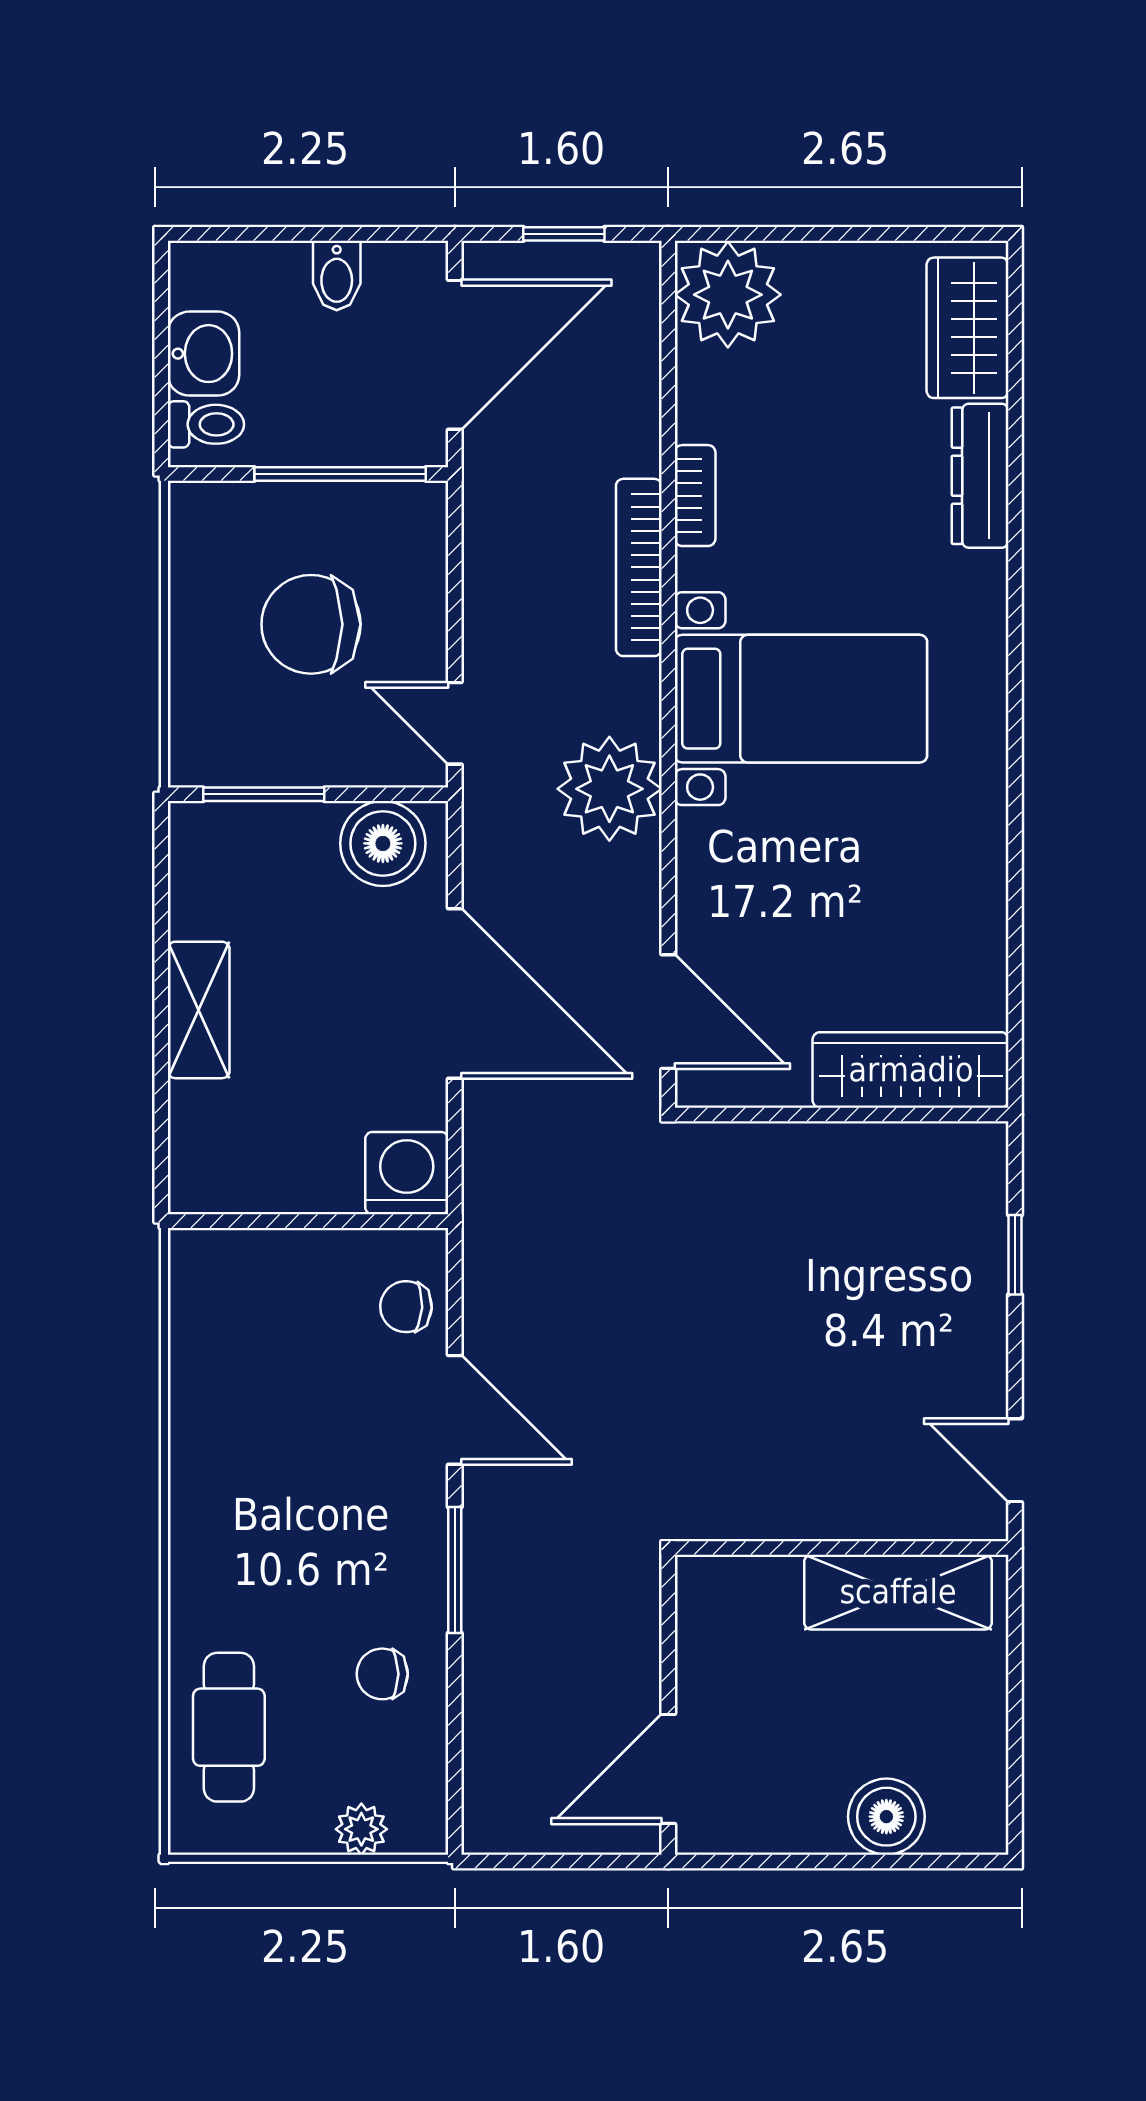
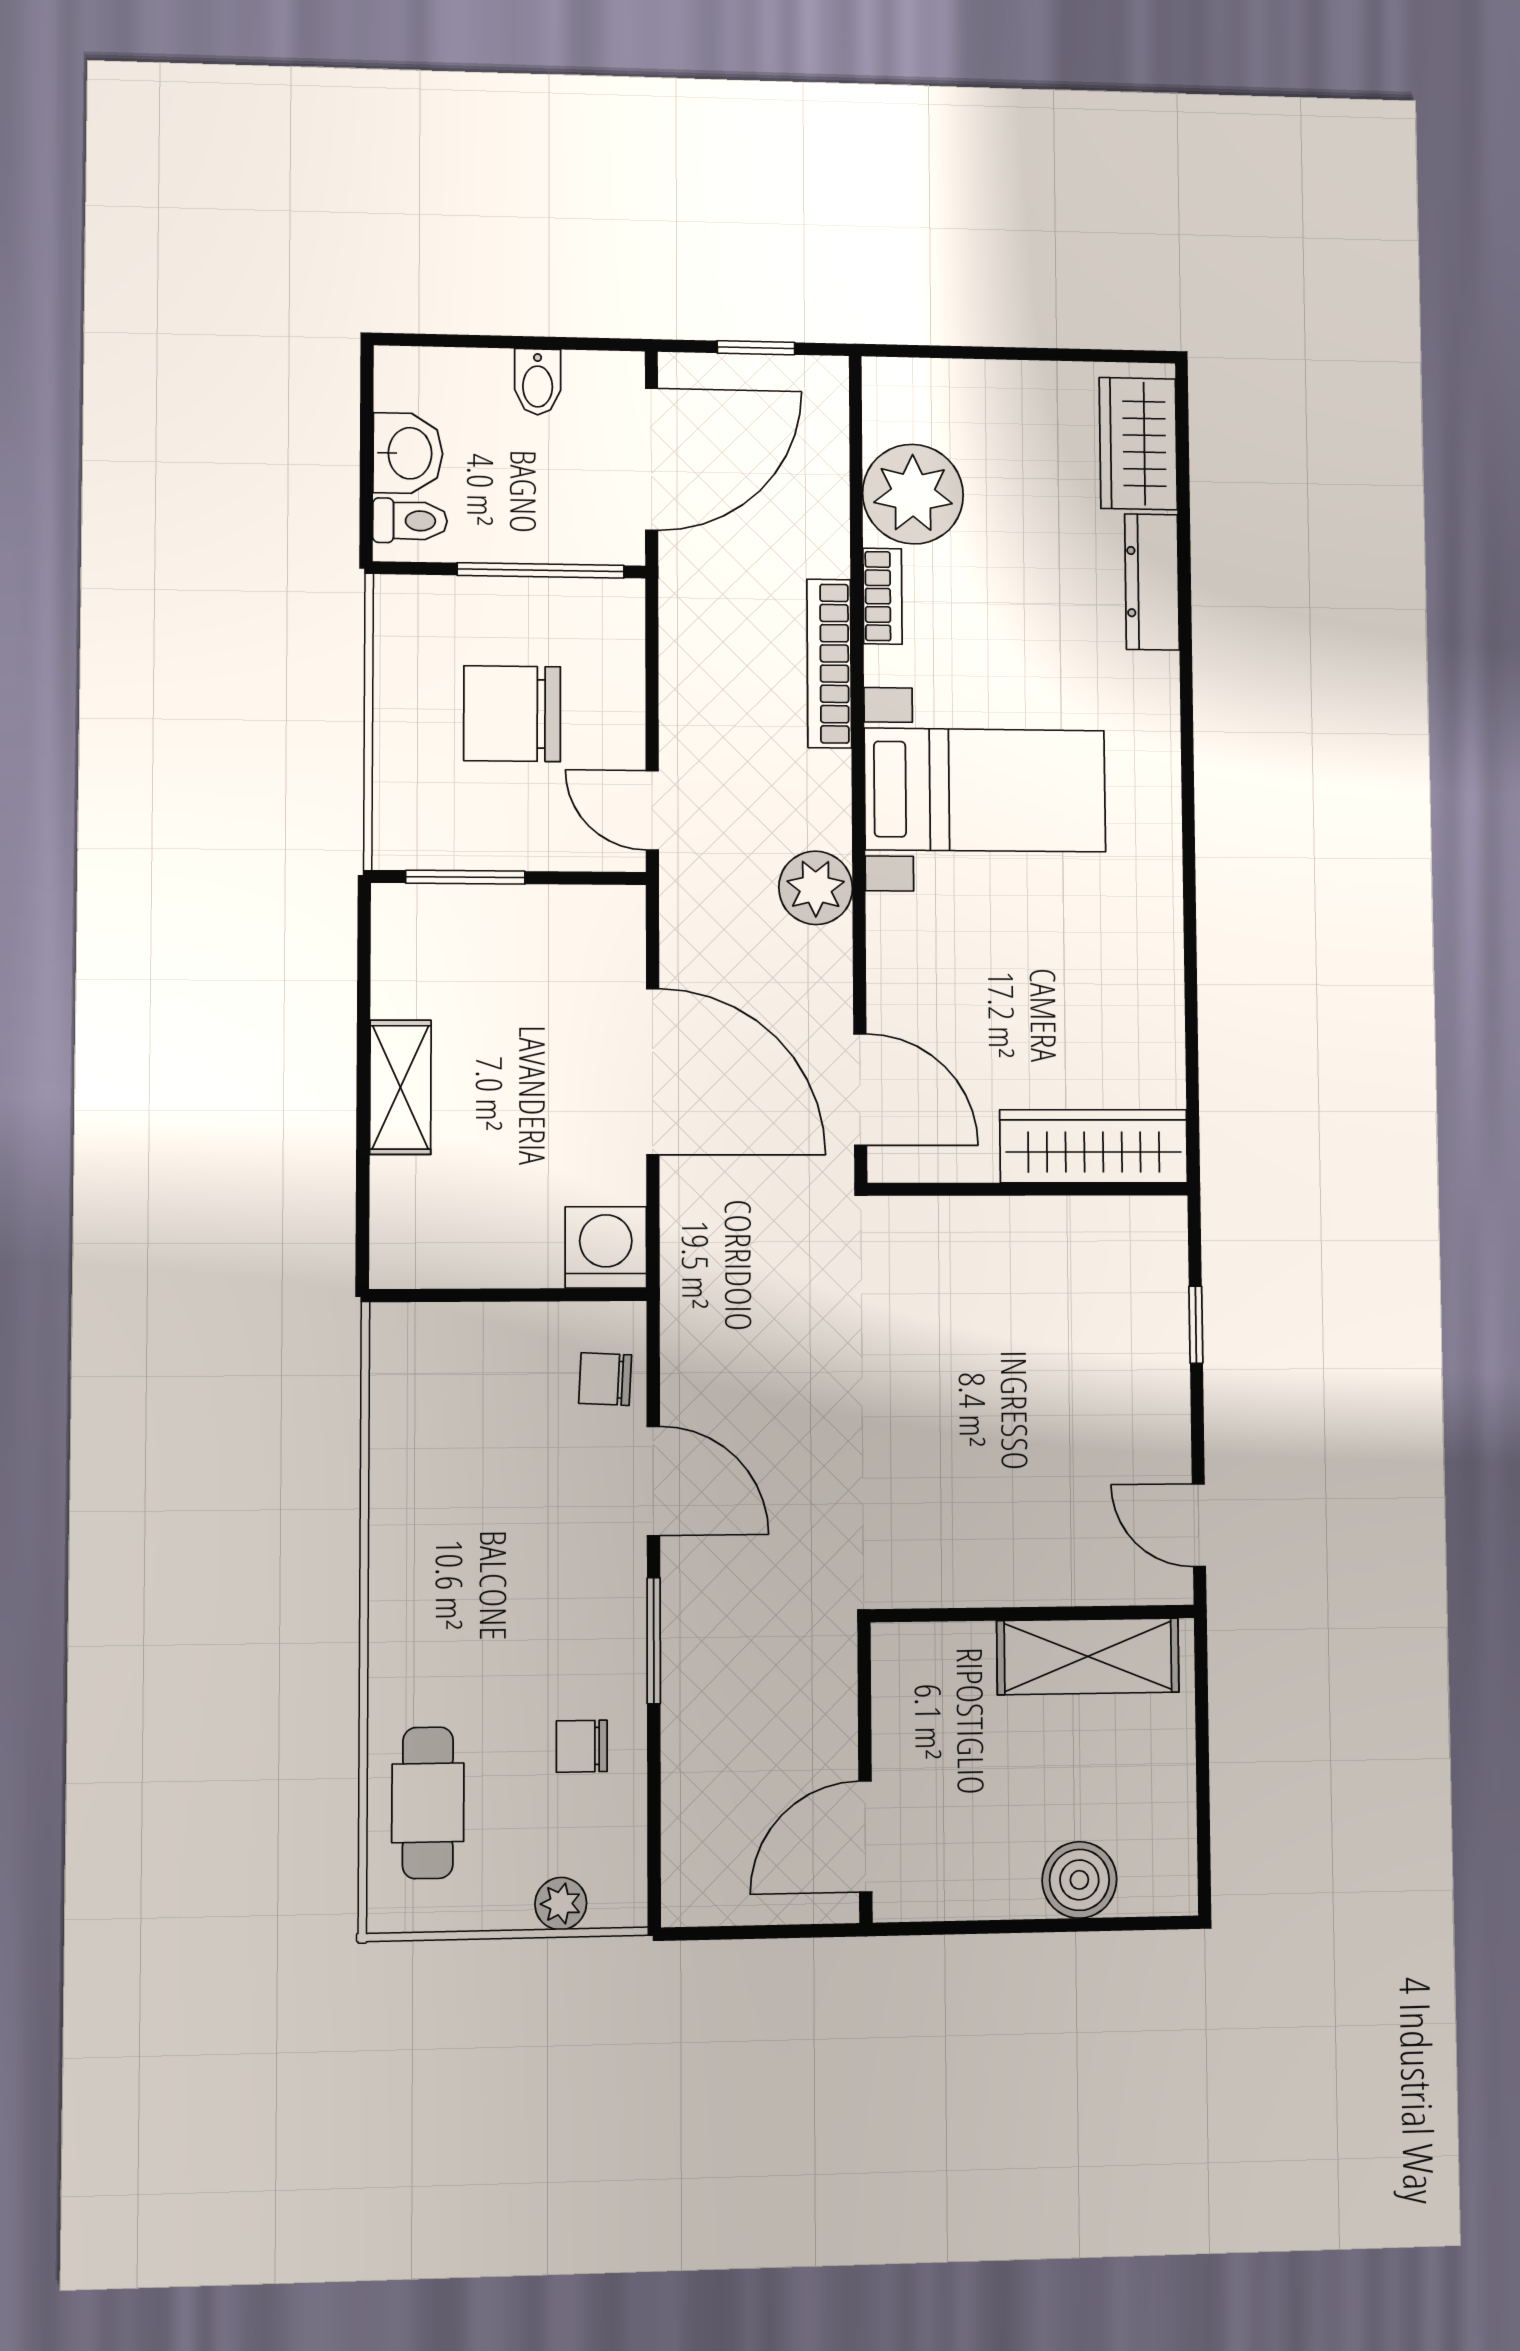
plant: (728, 295) -> (913, 494), moved
plant: (609, 789) -> (816, 888), width x0.73, depth x0.73
boiler: (383, 843) -> (582, 926), removed

